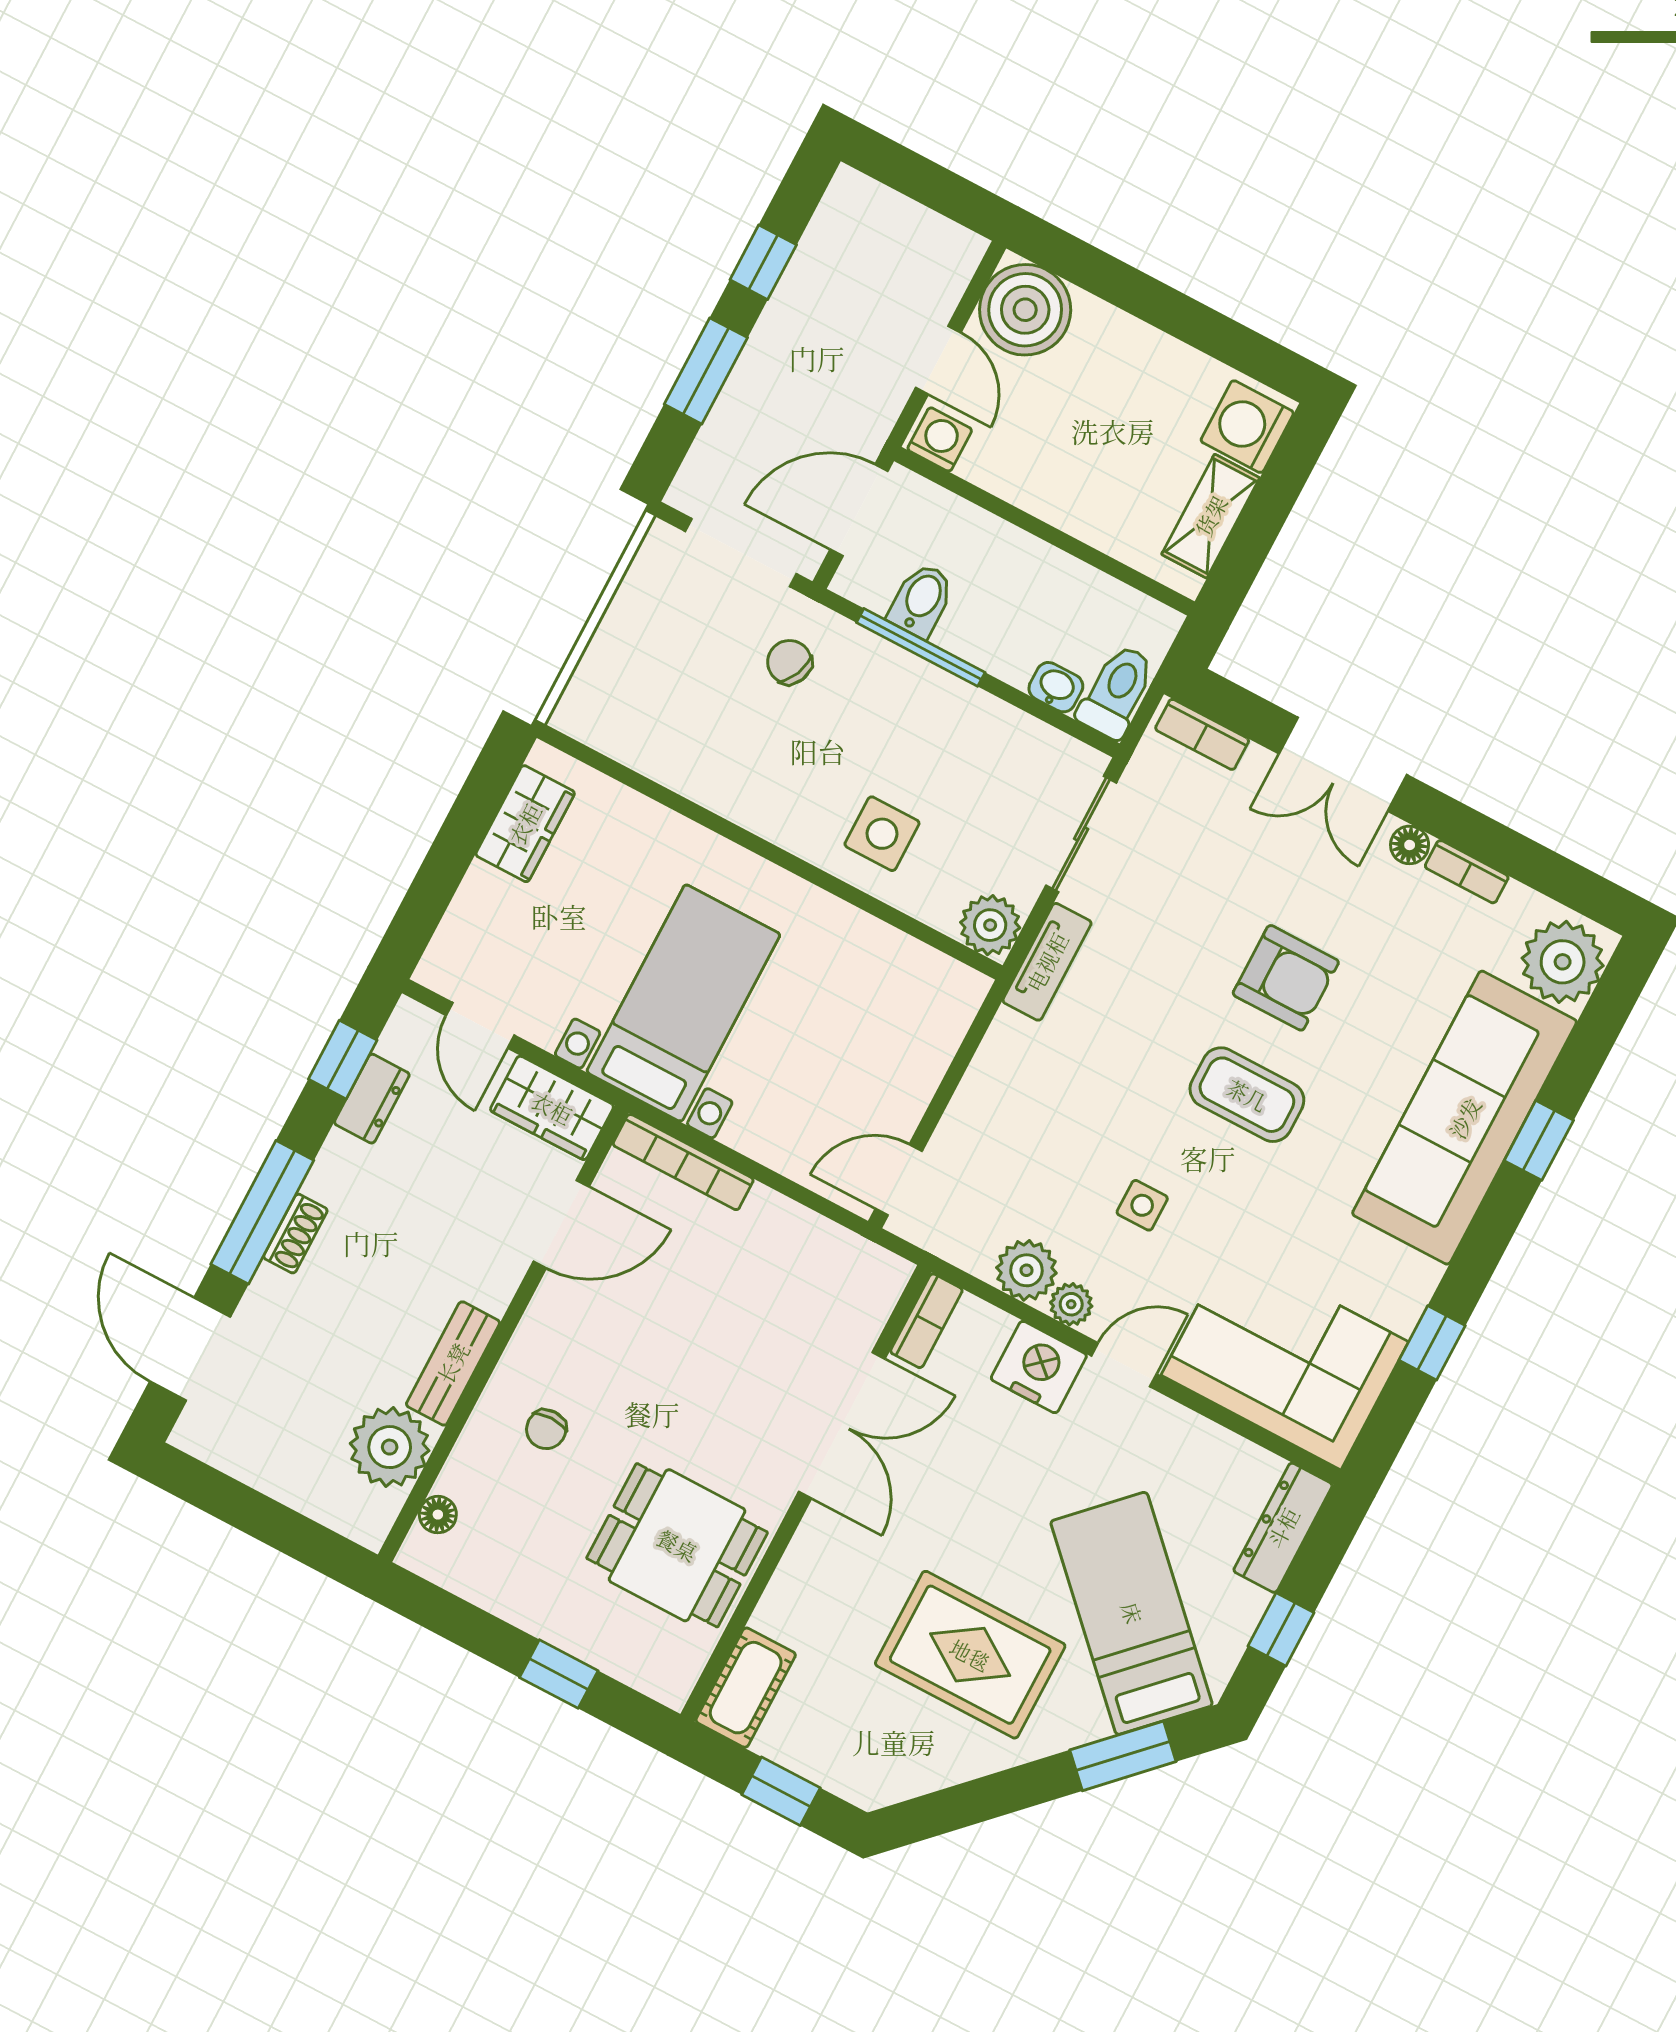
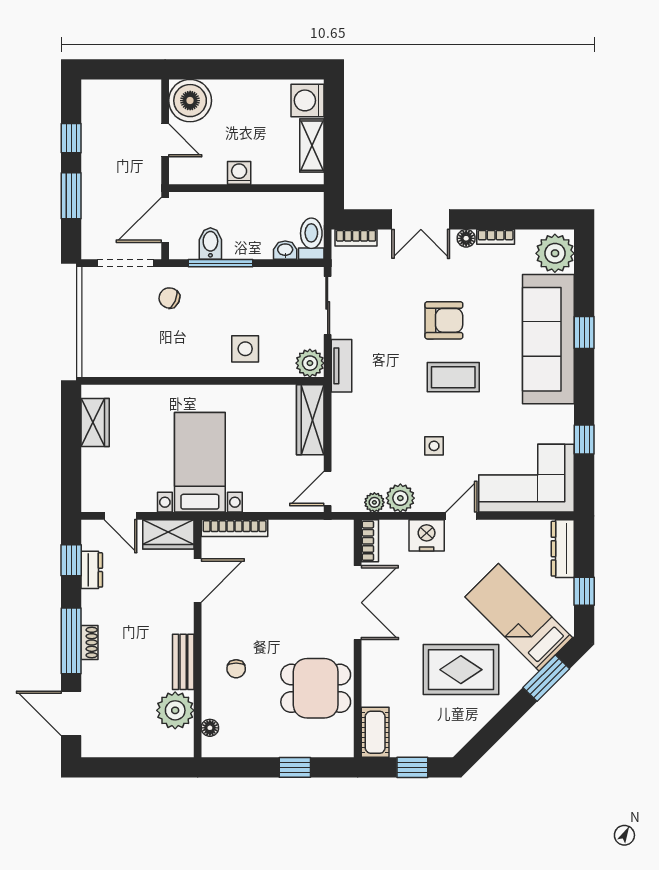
washing machine: (940, 439) -> (239, 173), moved
wardrobe: (934, 1033) -> (310, 420), added
plant: (1071, 1304) -> (374, 502), moved

